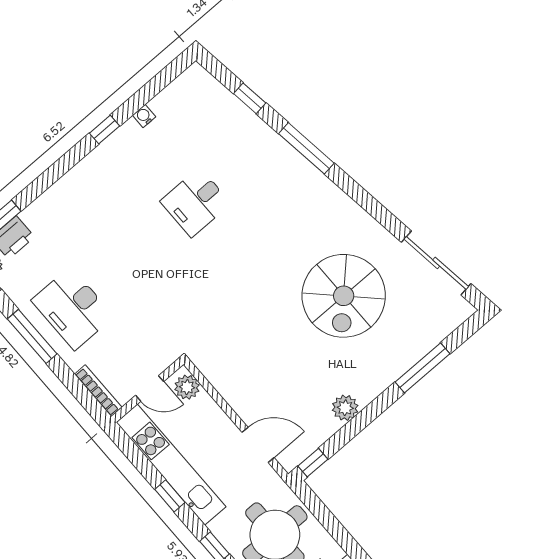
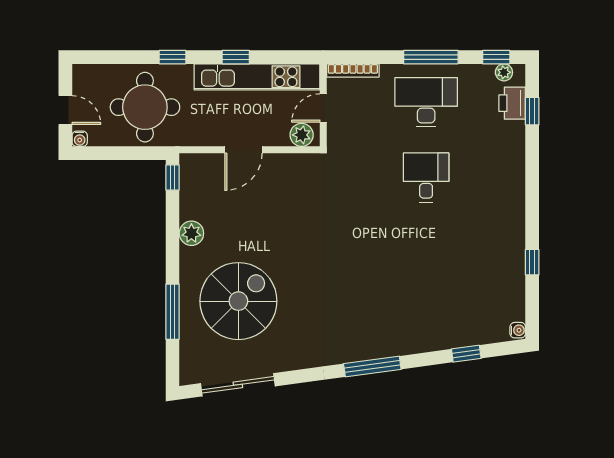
water cooler: (144, 116) -> (518, 330), moved
window: (104, 130) -> (532, 262), moved
window: (306, 148) -> (372, 366), moved
desk: (195, 202) -> (426, 178), moved
spiral stairs: (344, 296) -> (238, 301), moved, turned 90
door: (258, 445) -> (243, 150), moved

